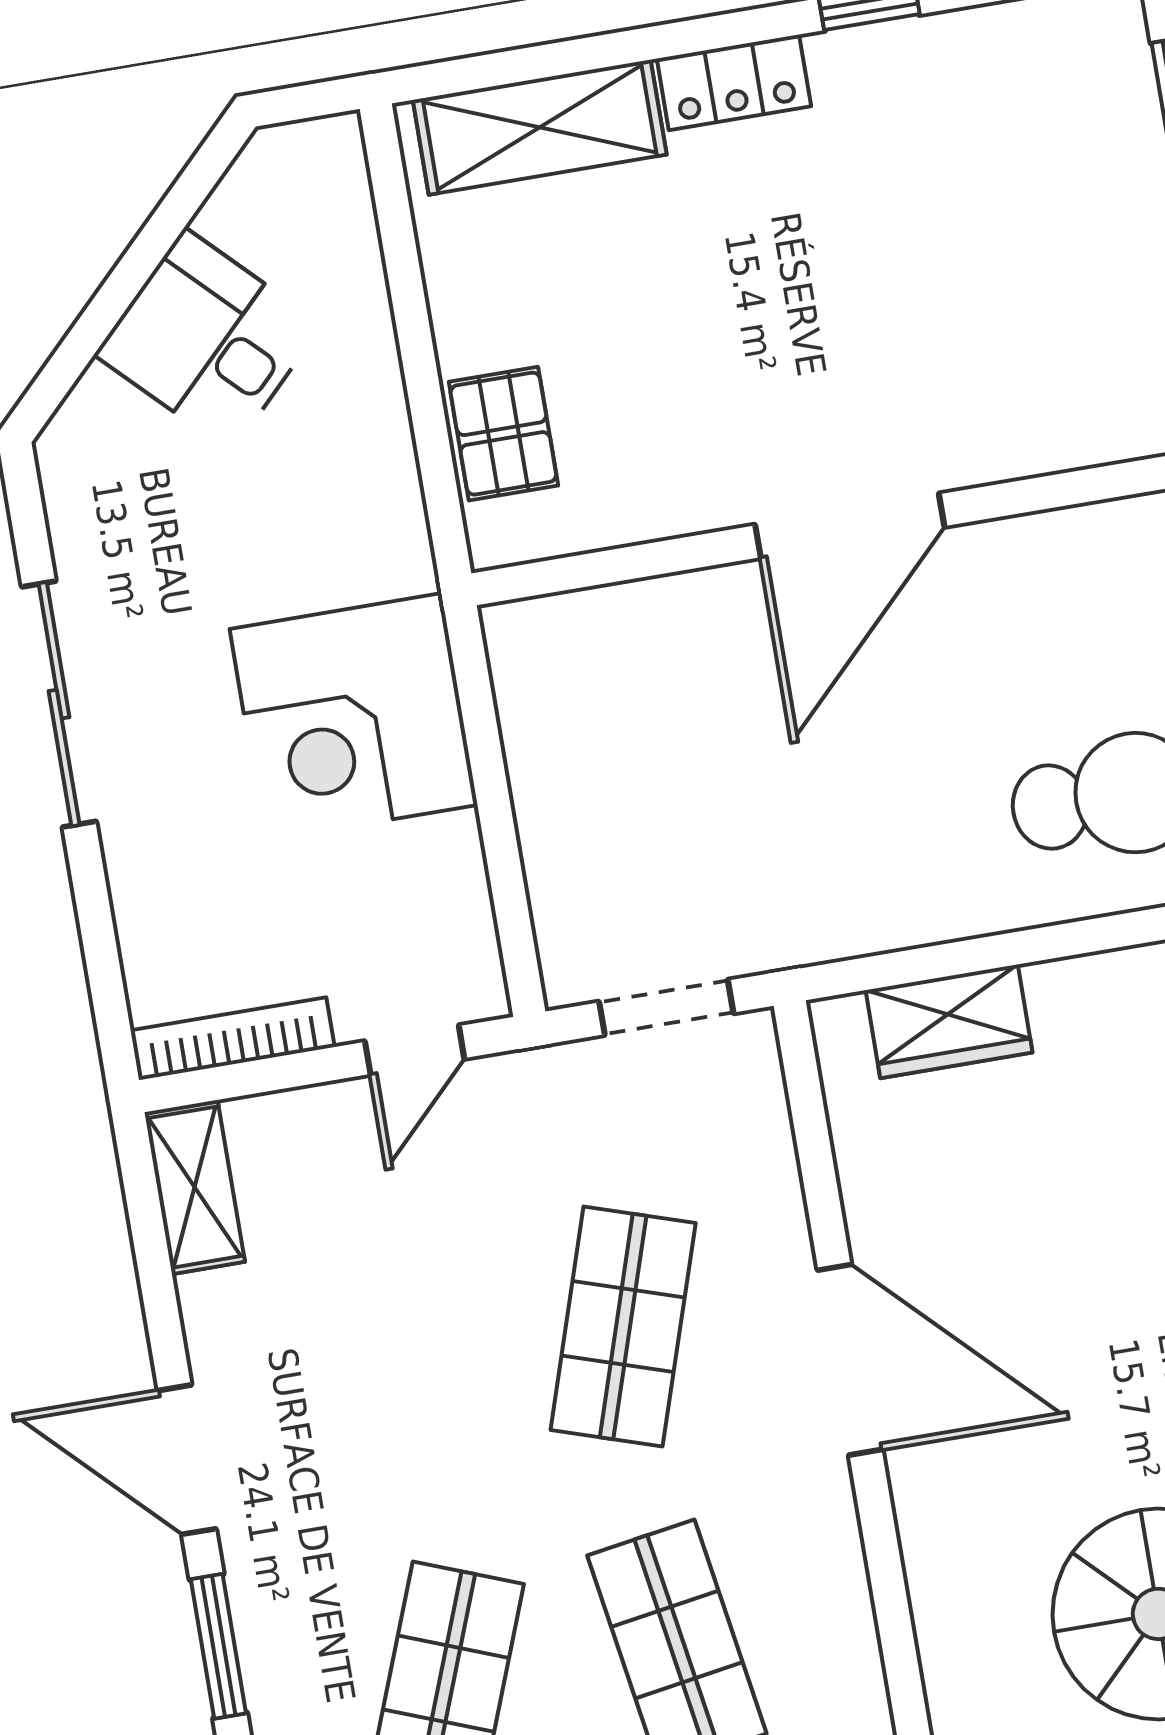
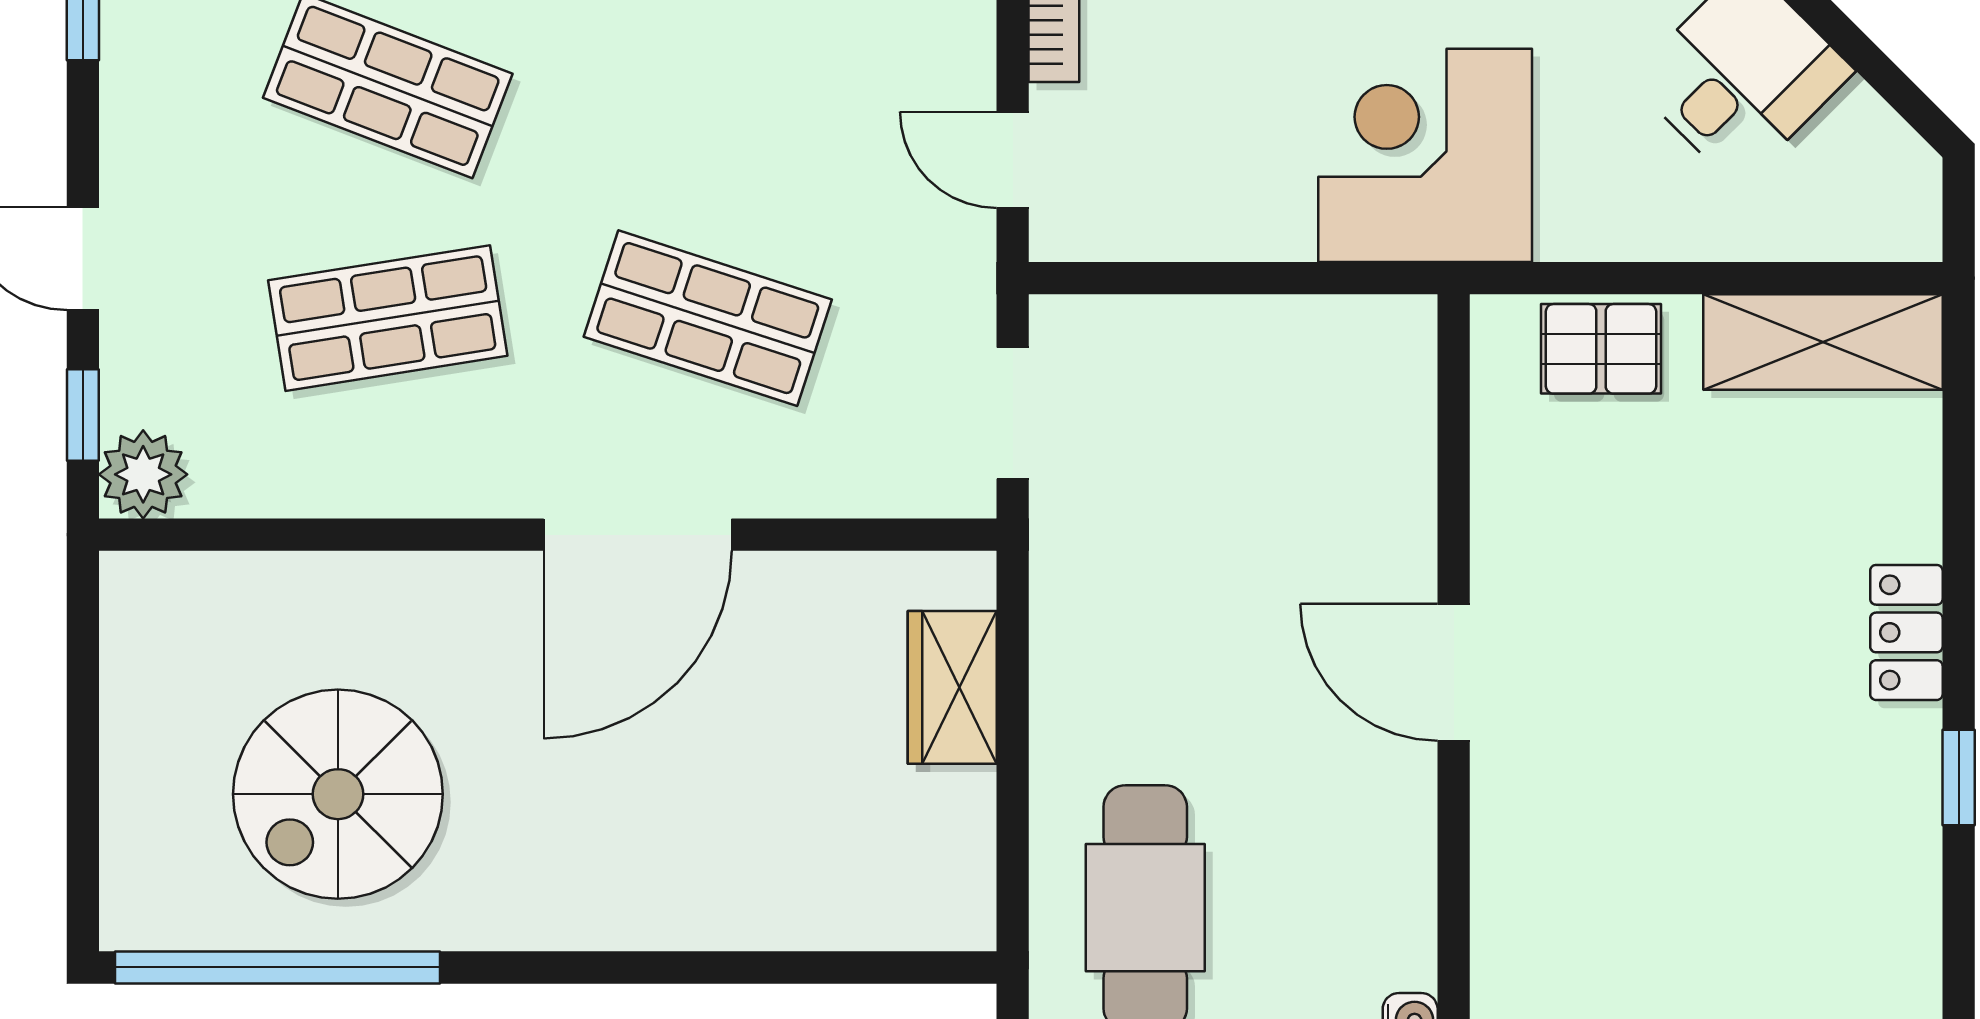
shelving: (540, 127) -> (1823, 342), moved, turned 90
door: (850, 526) -> (1454, 672), width x0.73
corner desk: (354, 717) -> (1425, 155), moved

